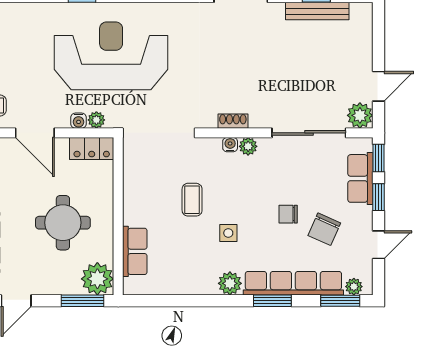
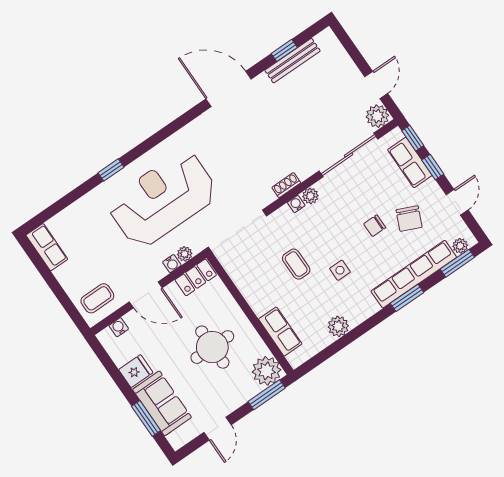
plant: (230, 283) -> (338, 326), moved

